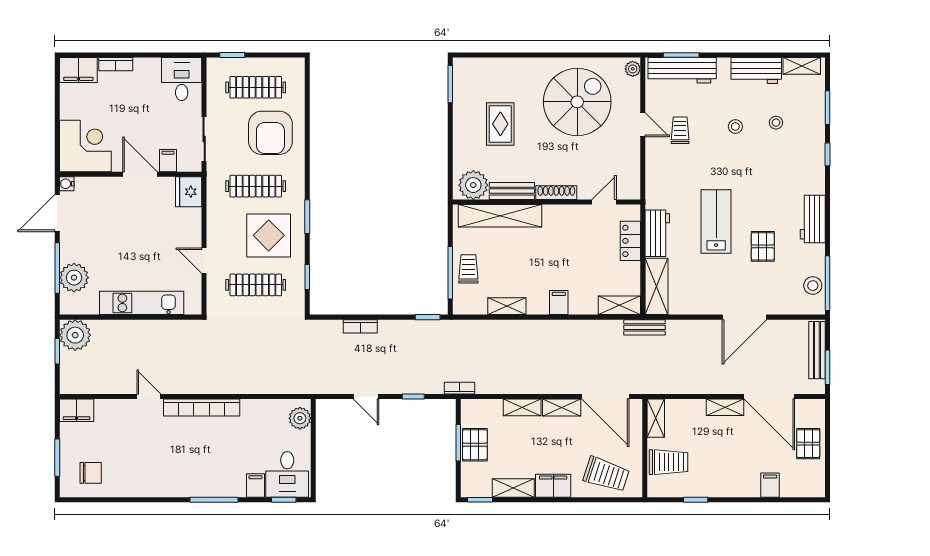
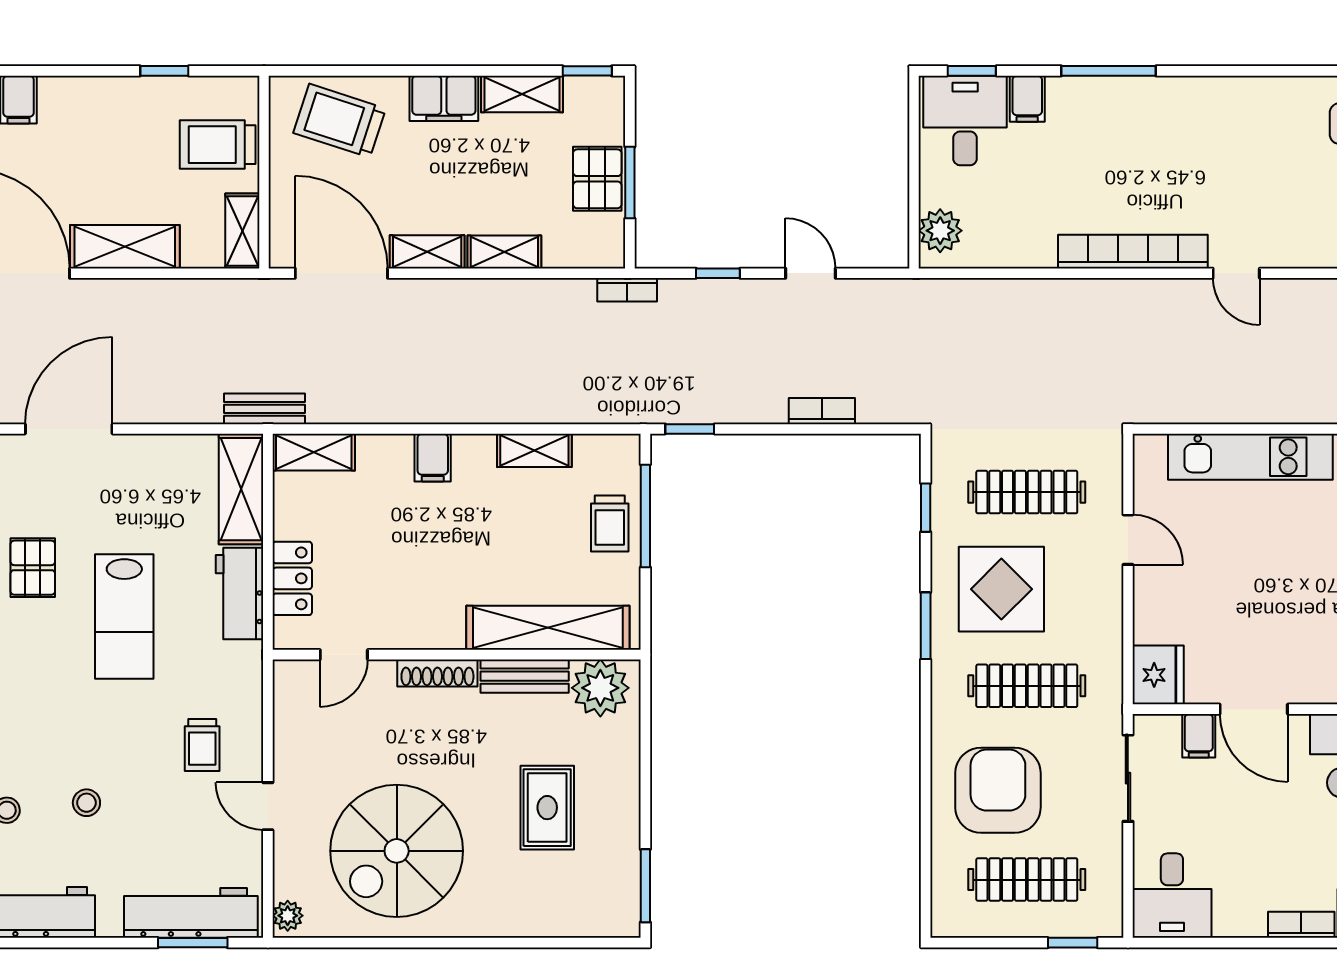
trolley: (680, 130) -> (202, 745), moved
shelving: (725, 407) -> (125, 247), width x1.50, depth x1.33

